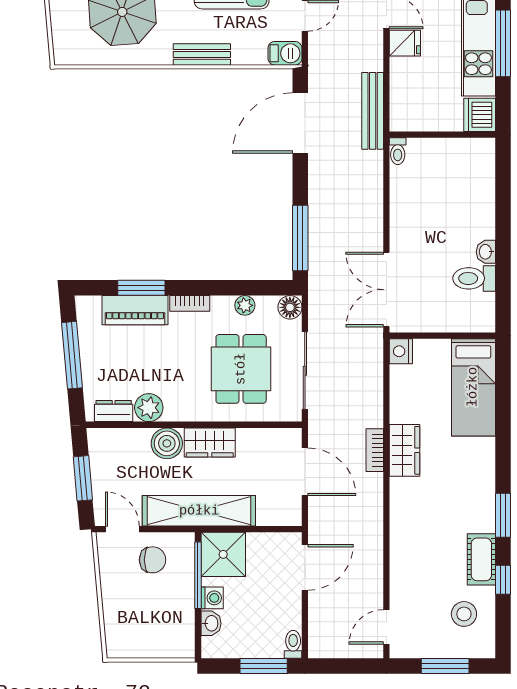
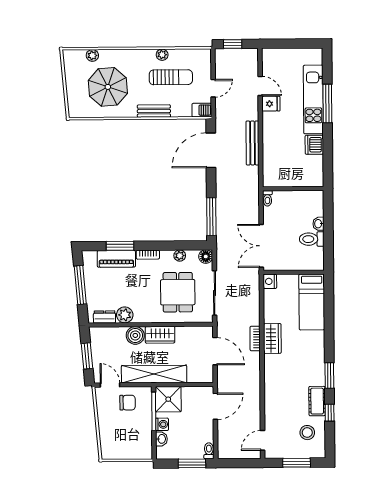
wall: (442, 135) -> (293, 189), moved
toilet: (398, 151) -> (267, 198), moved

